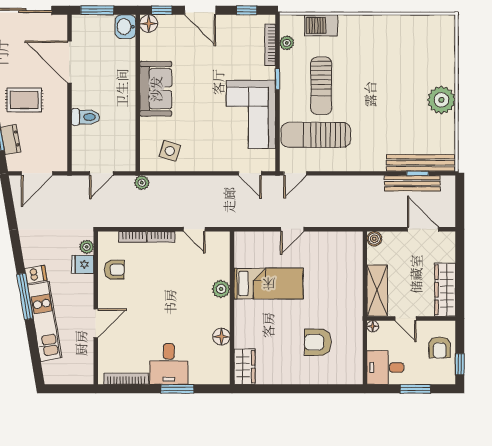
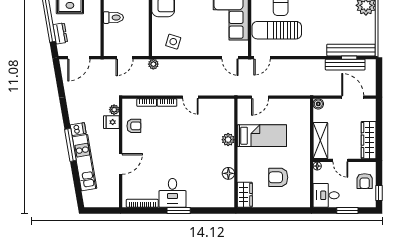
bed: (269, 284) -> (262, 136), moved
plant: (221, 289) -> (228, 140), moved
wall: (232, 308) -> (236, 153), moved
floor lamp: (221, 337) -> (228, 173), moved
wardrobe: (244, 367) -> (245, 195), moved

